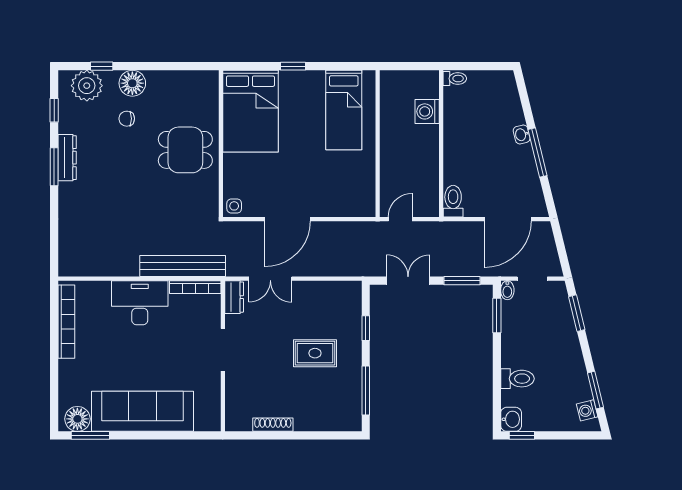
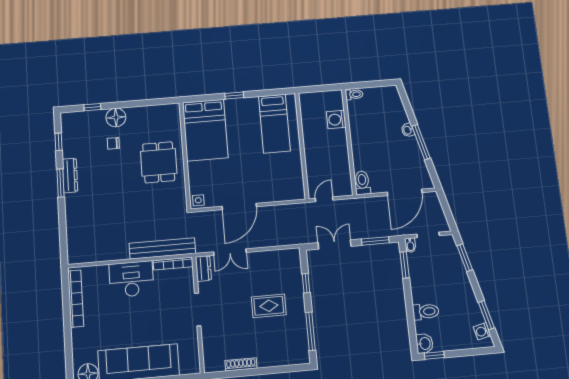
plant: (87, 86) -> (82, 122), removed
dining table: (185, 150) -> (159, 162), turned 90

